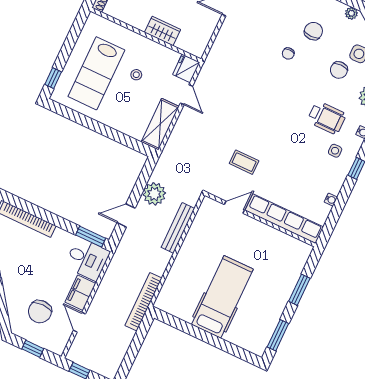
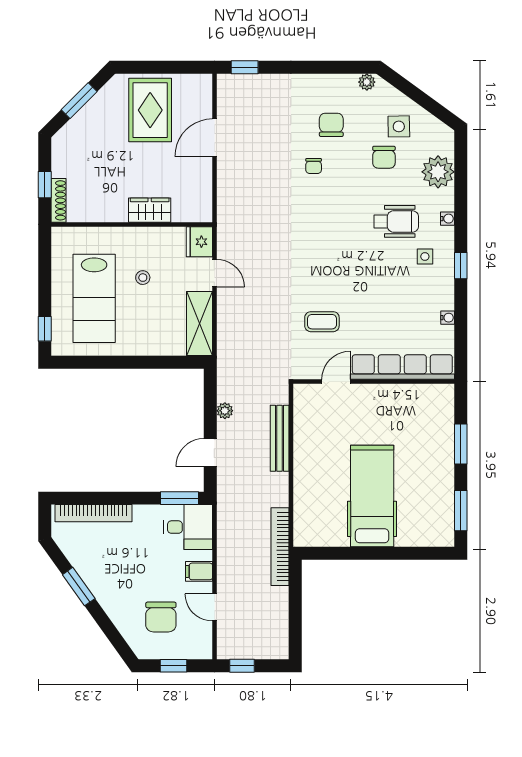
plant: (154, 194) -> (225, 411), width x0.53, depth x0.53
filing cabinet: (80, 293) -> (199, 571), width x0.50

